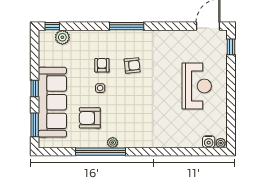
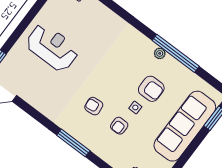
reception desk: (197, 86) -> (52, 47), turned 90
window: (35, 89) -> (191, 149), removed
armchair: (90, 118) -> (151, 89), moved

